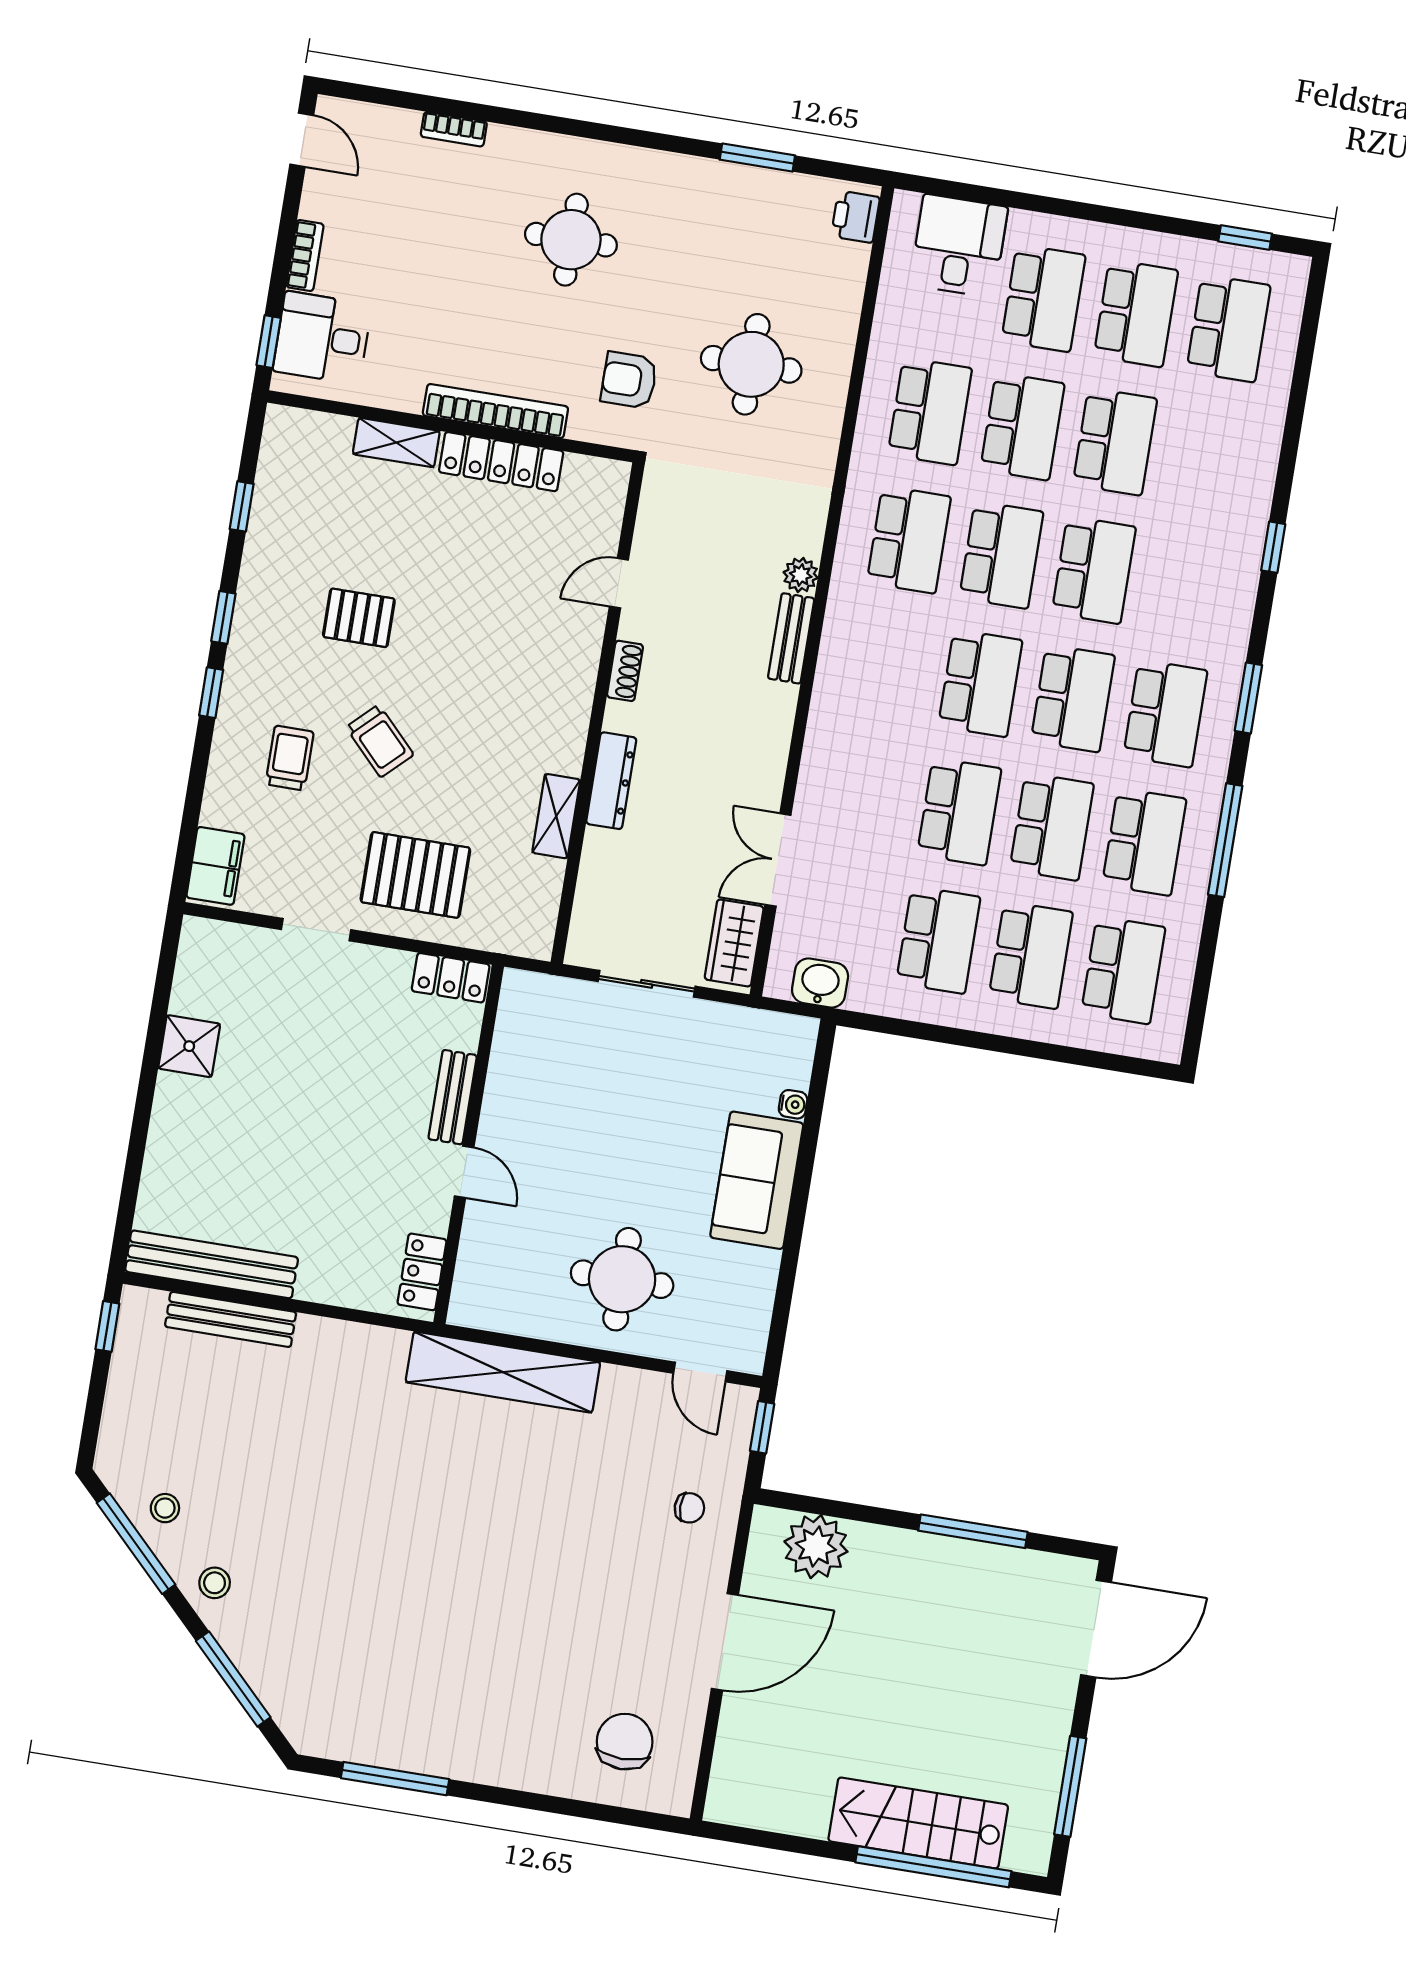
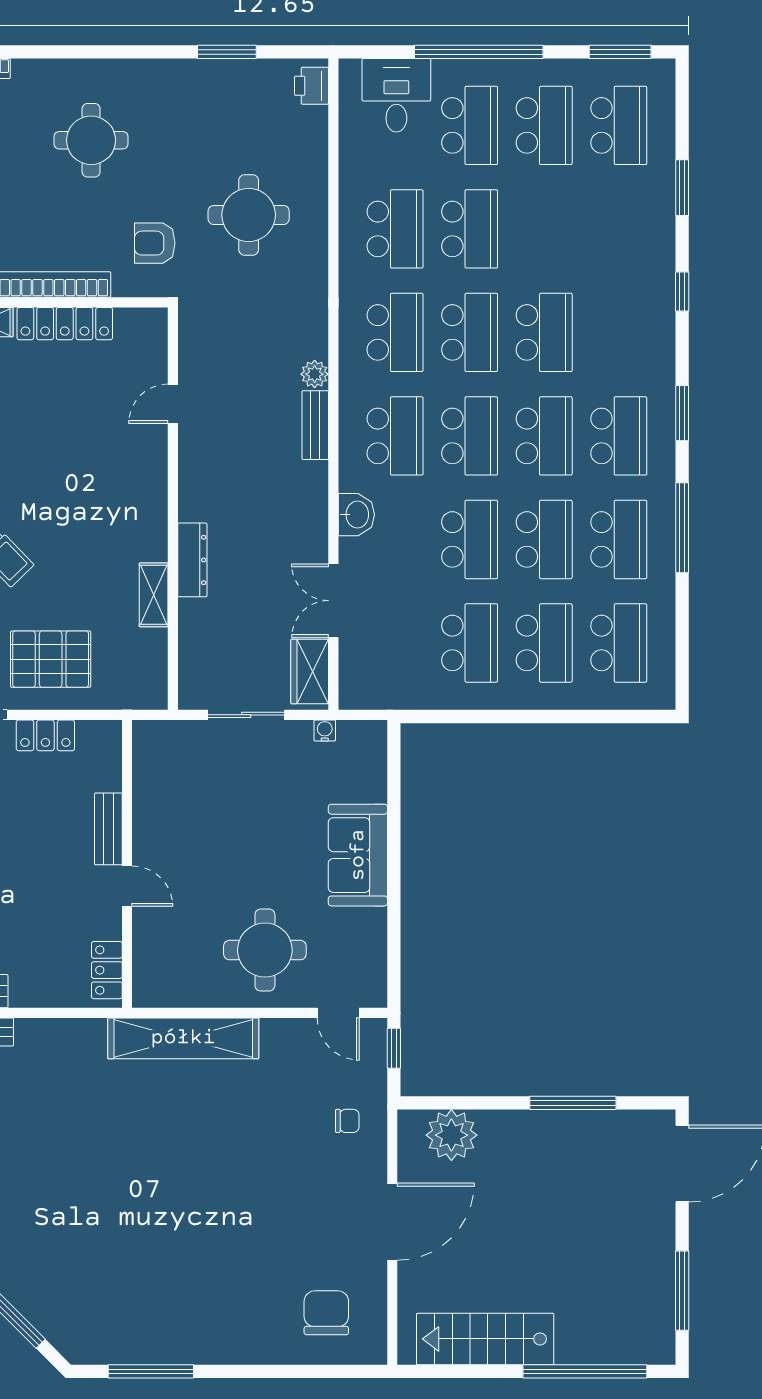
window: (1070, 209) -> (479, 52), added
window: (1245, 237) -> (620, 52), width x1.50
window: (1294, 418) -> (682, 188), added
school desk: (1115, 442) -> (395, 436), moved
shoe rack: (625, 671) -> (189, 472), removed
locker: (451, 978) -> (45, 735), moved
washbasin: (820, 983) -> (356, 515), moved, turned 90
water cooler: (793, 1104) -> (325, 731), moved, turned -90
stairs: (918, 1823) -> (485, 1339), moved

